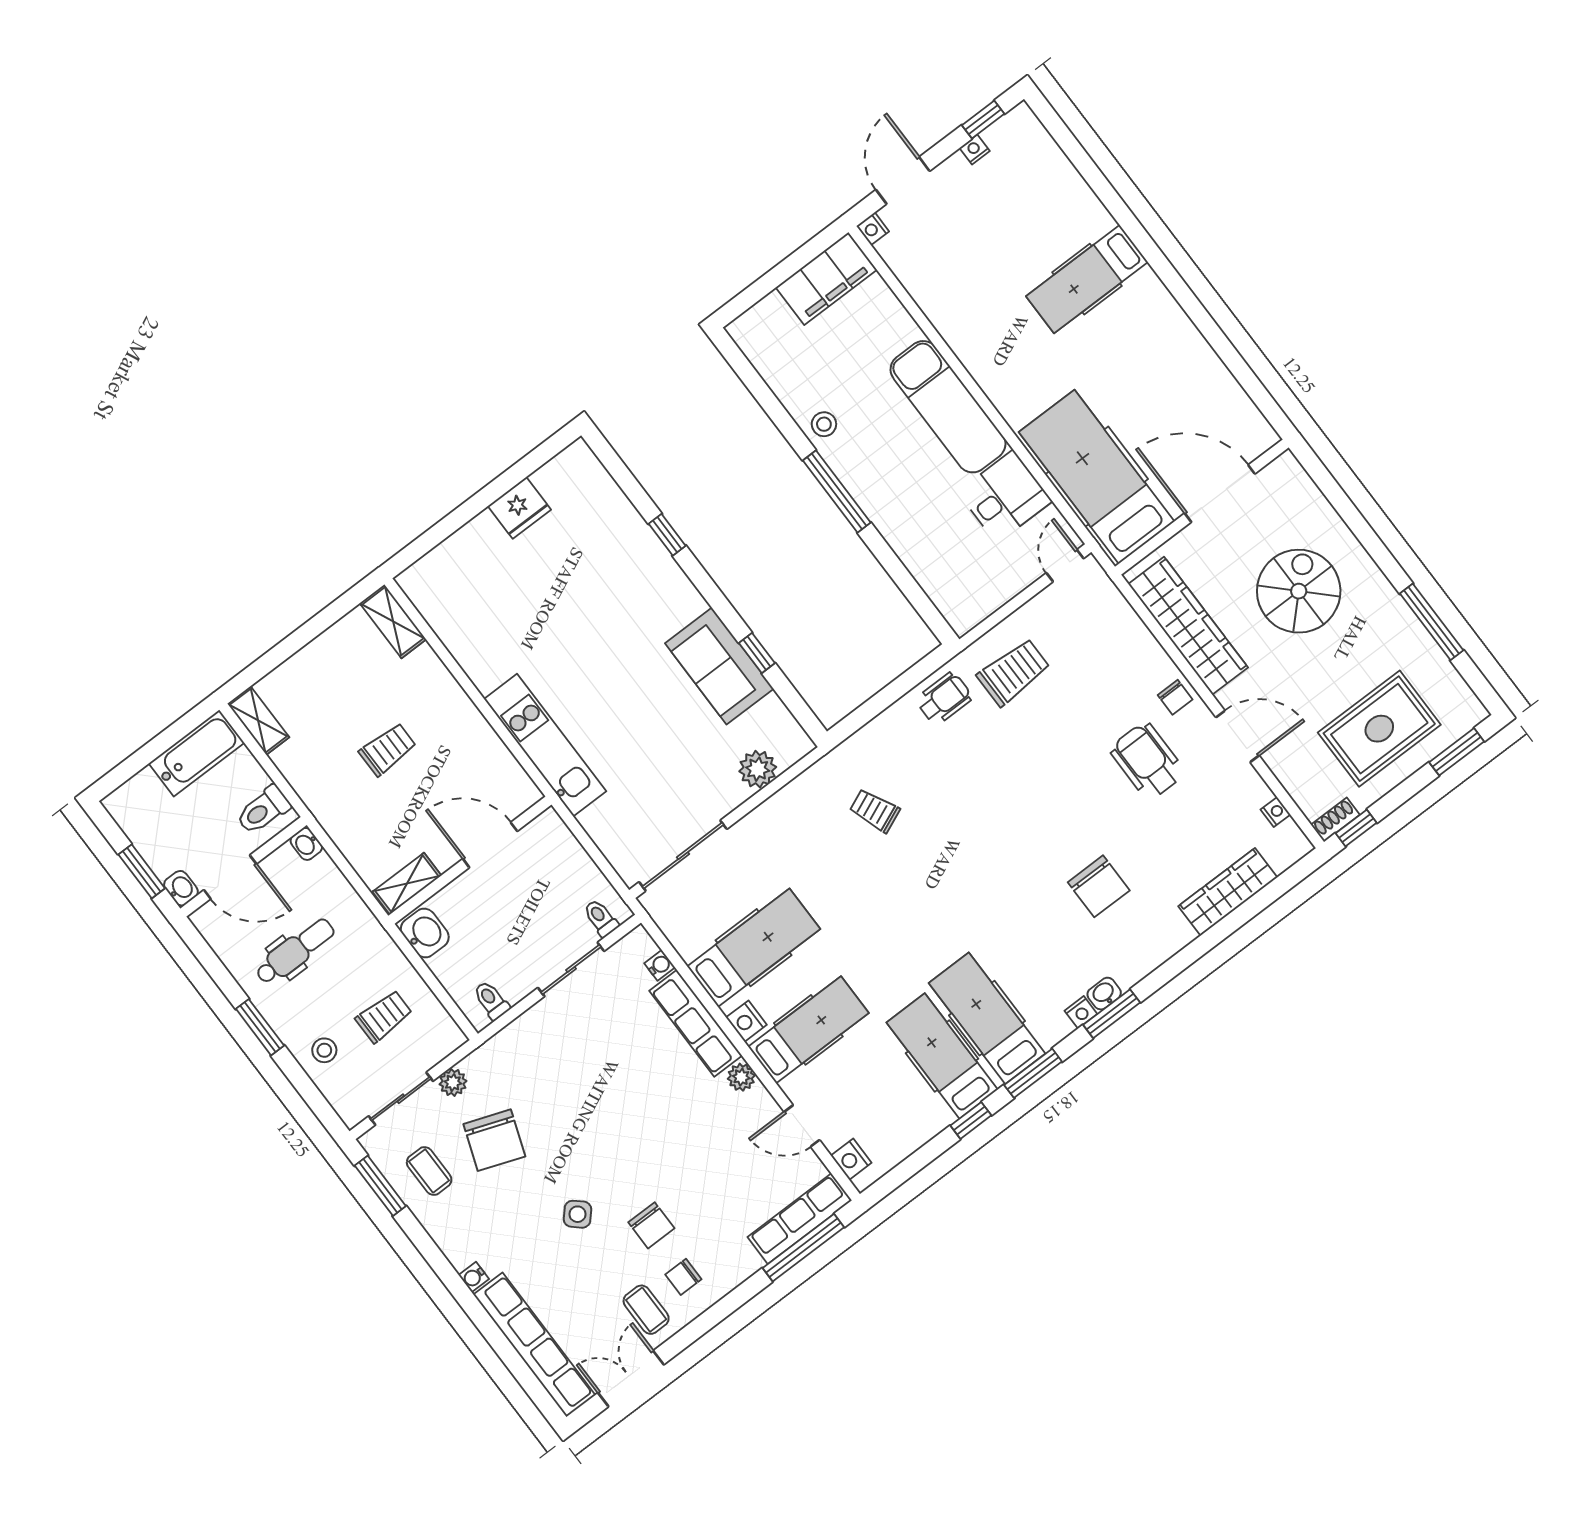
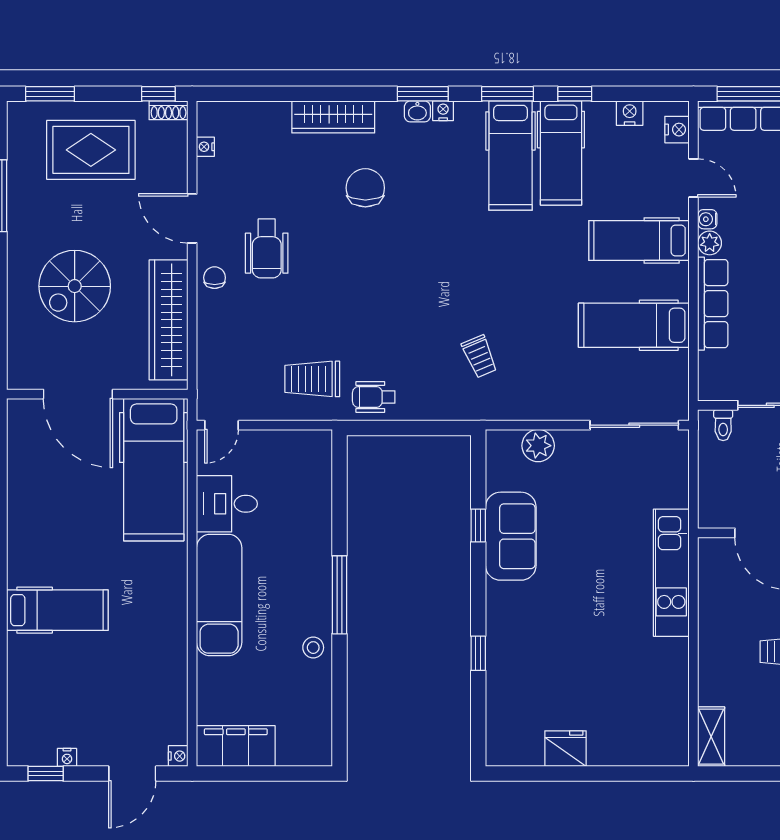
wardrobe: (1228, 892) -> (333, 117), moved
water cooler: (660, 965) -> (707, 219), moved
nightstand: (746, 1021) -> (630, 113), moved, turned -90

